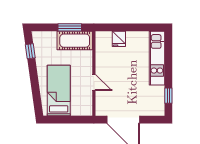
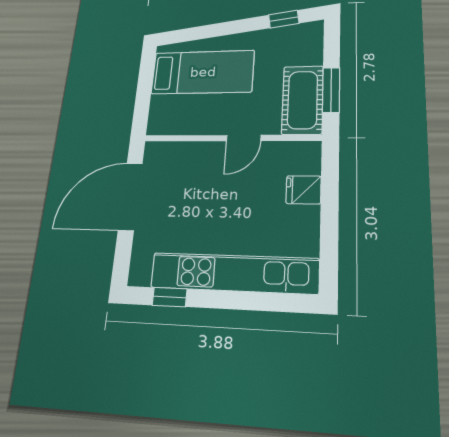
kitchen unit: (157, 58) -> (234, 273), width x1.36
door: (94, 82) -> (244, 138), moved

